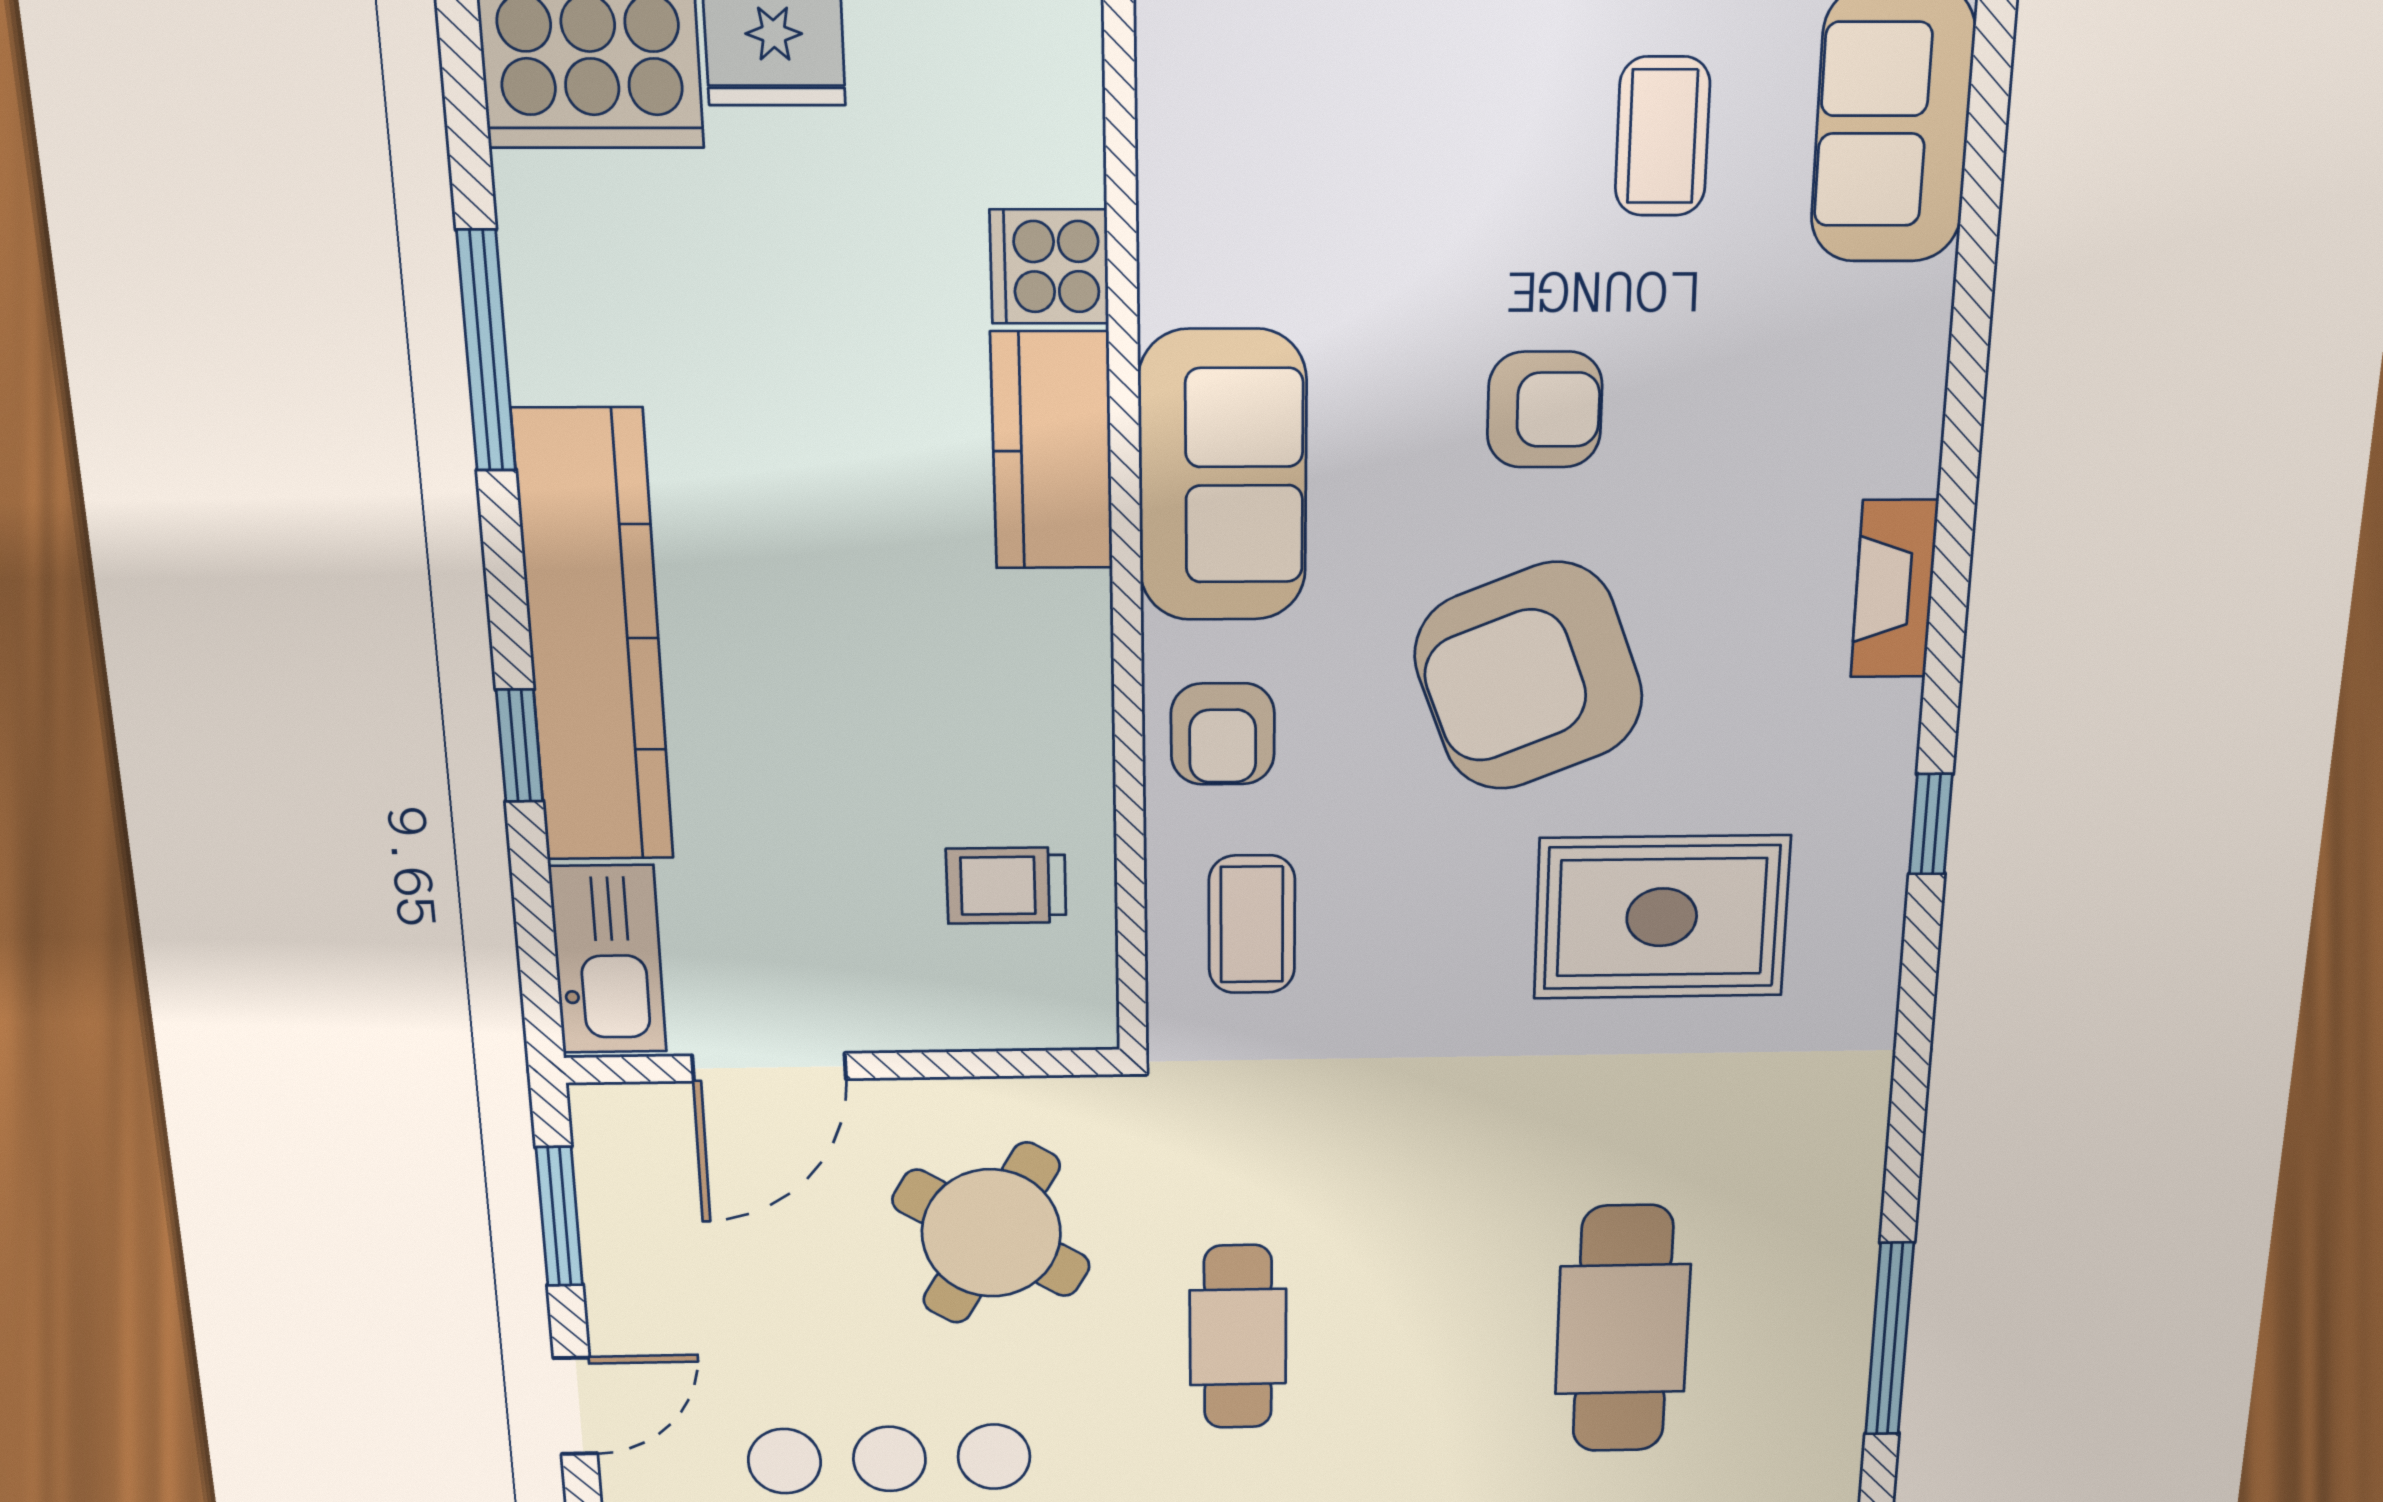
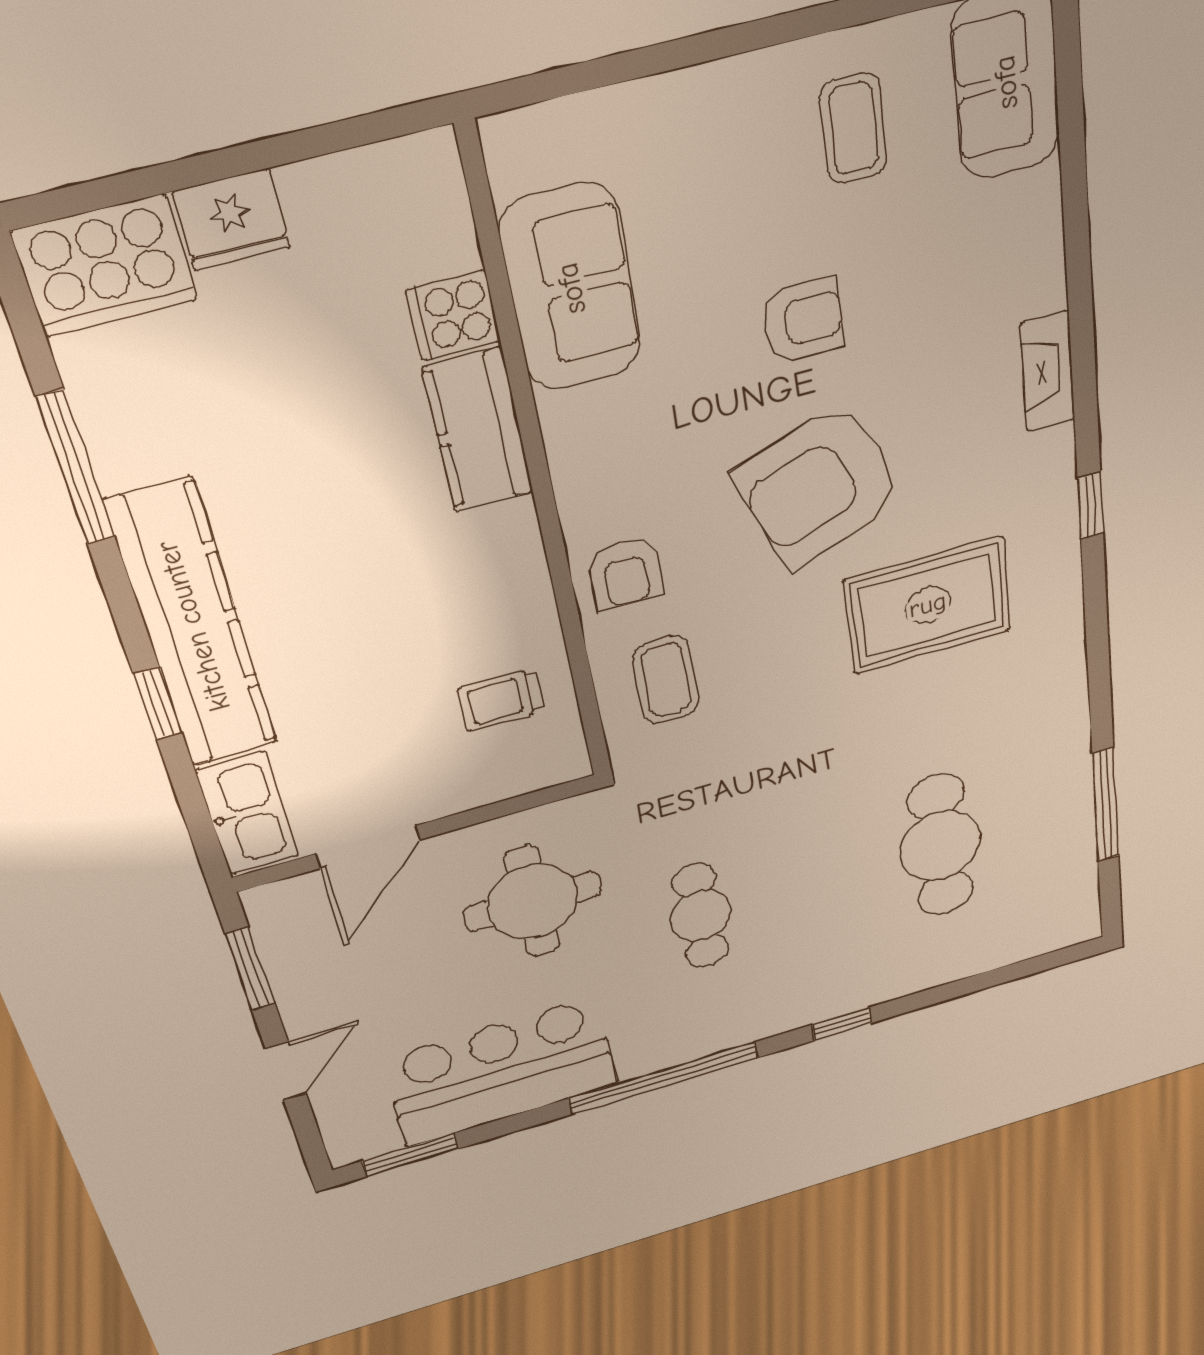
sofa: (1223, 476) -> (571, 288), moved
round table: (991, 1233) -> (532, 901), turned -31

